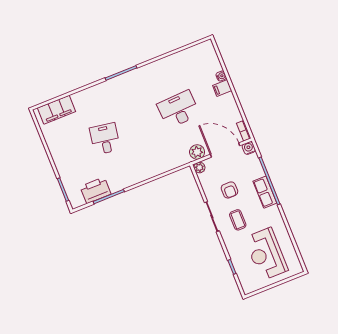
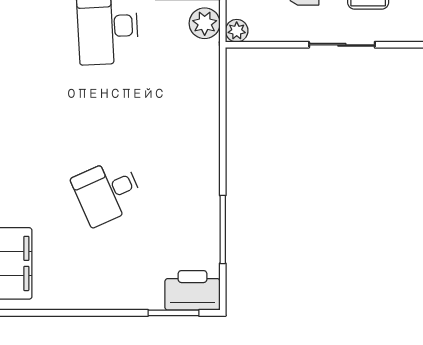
desk: (105, 139) -> (107, 192), turned -33
printer: (95, 190) -> (192, 290), moved, turned 90

